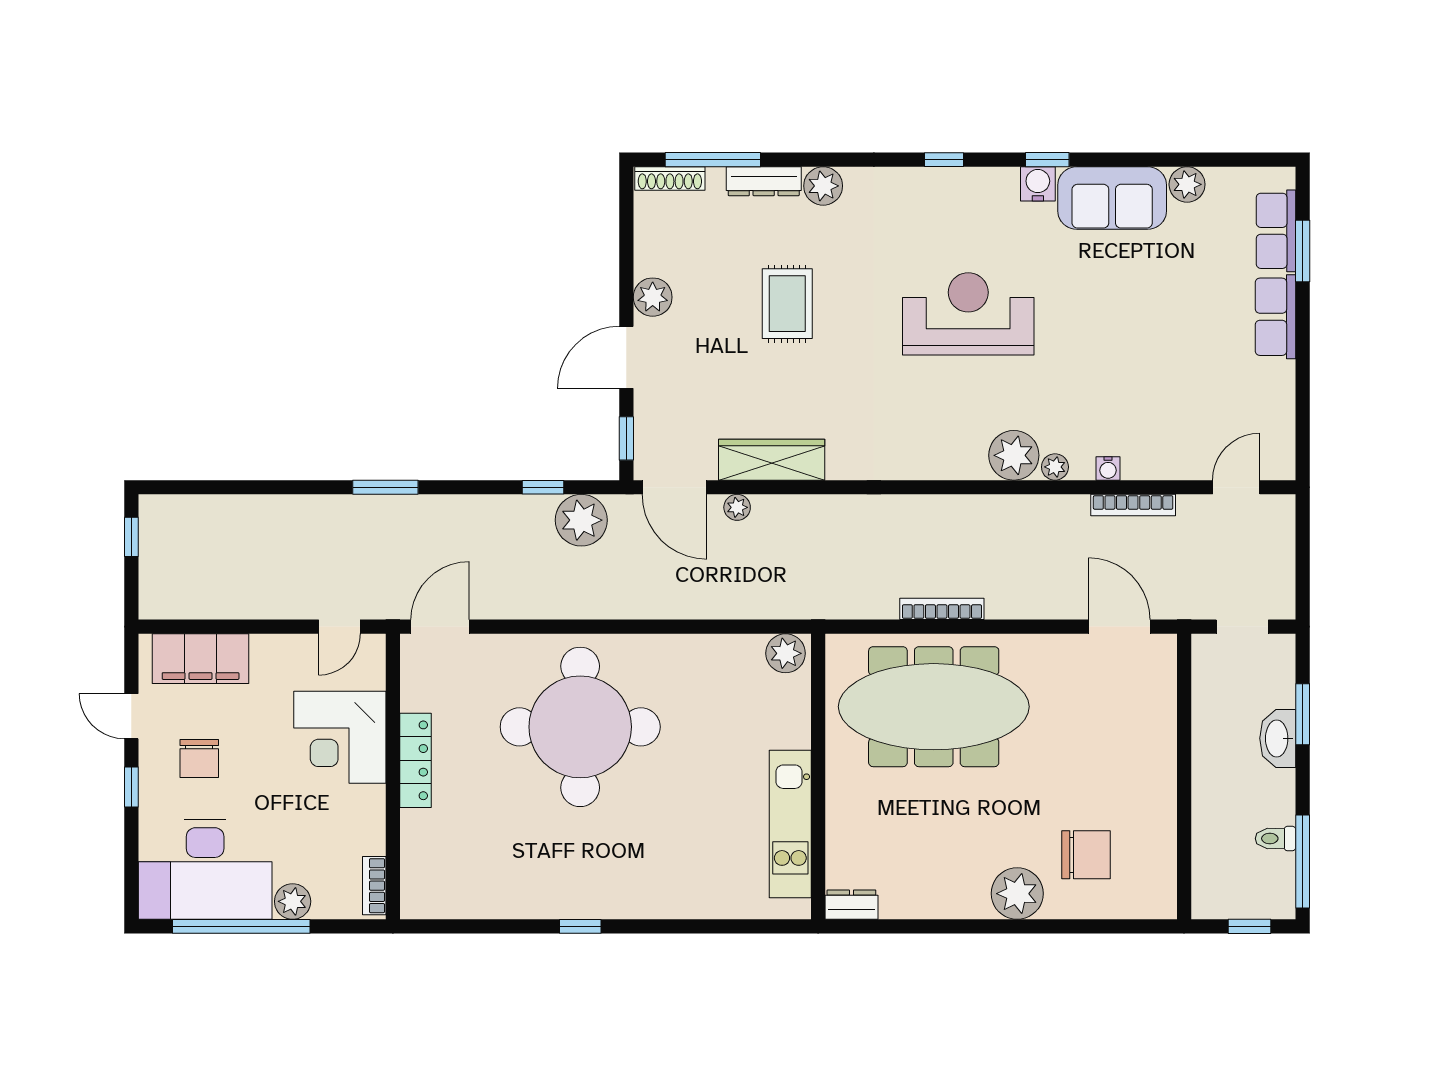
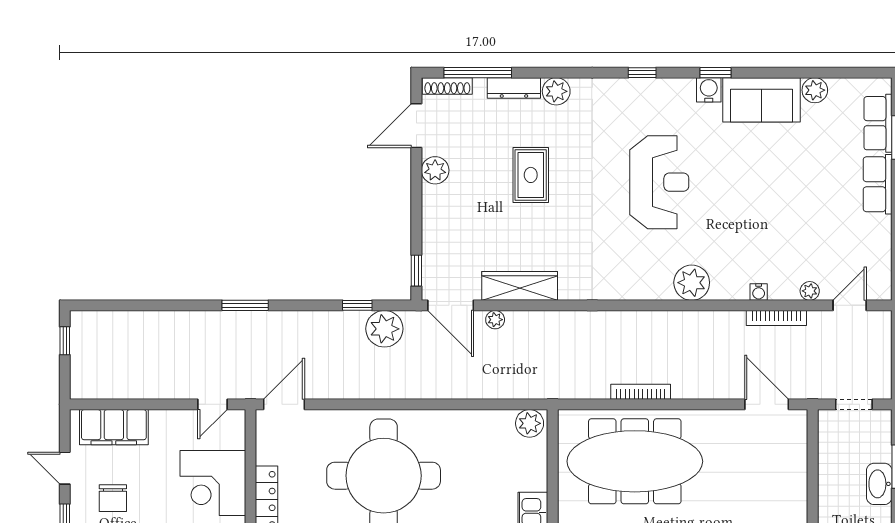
reception desk: (968, 314) -> (659, 182), turned 90
door: (626, 357) -> (416, 126), moved
plant: (1055, 467) -> (810, 291), moved

